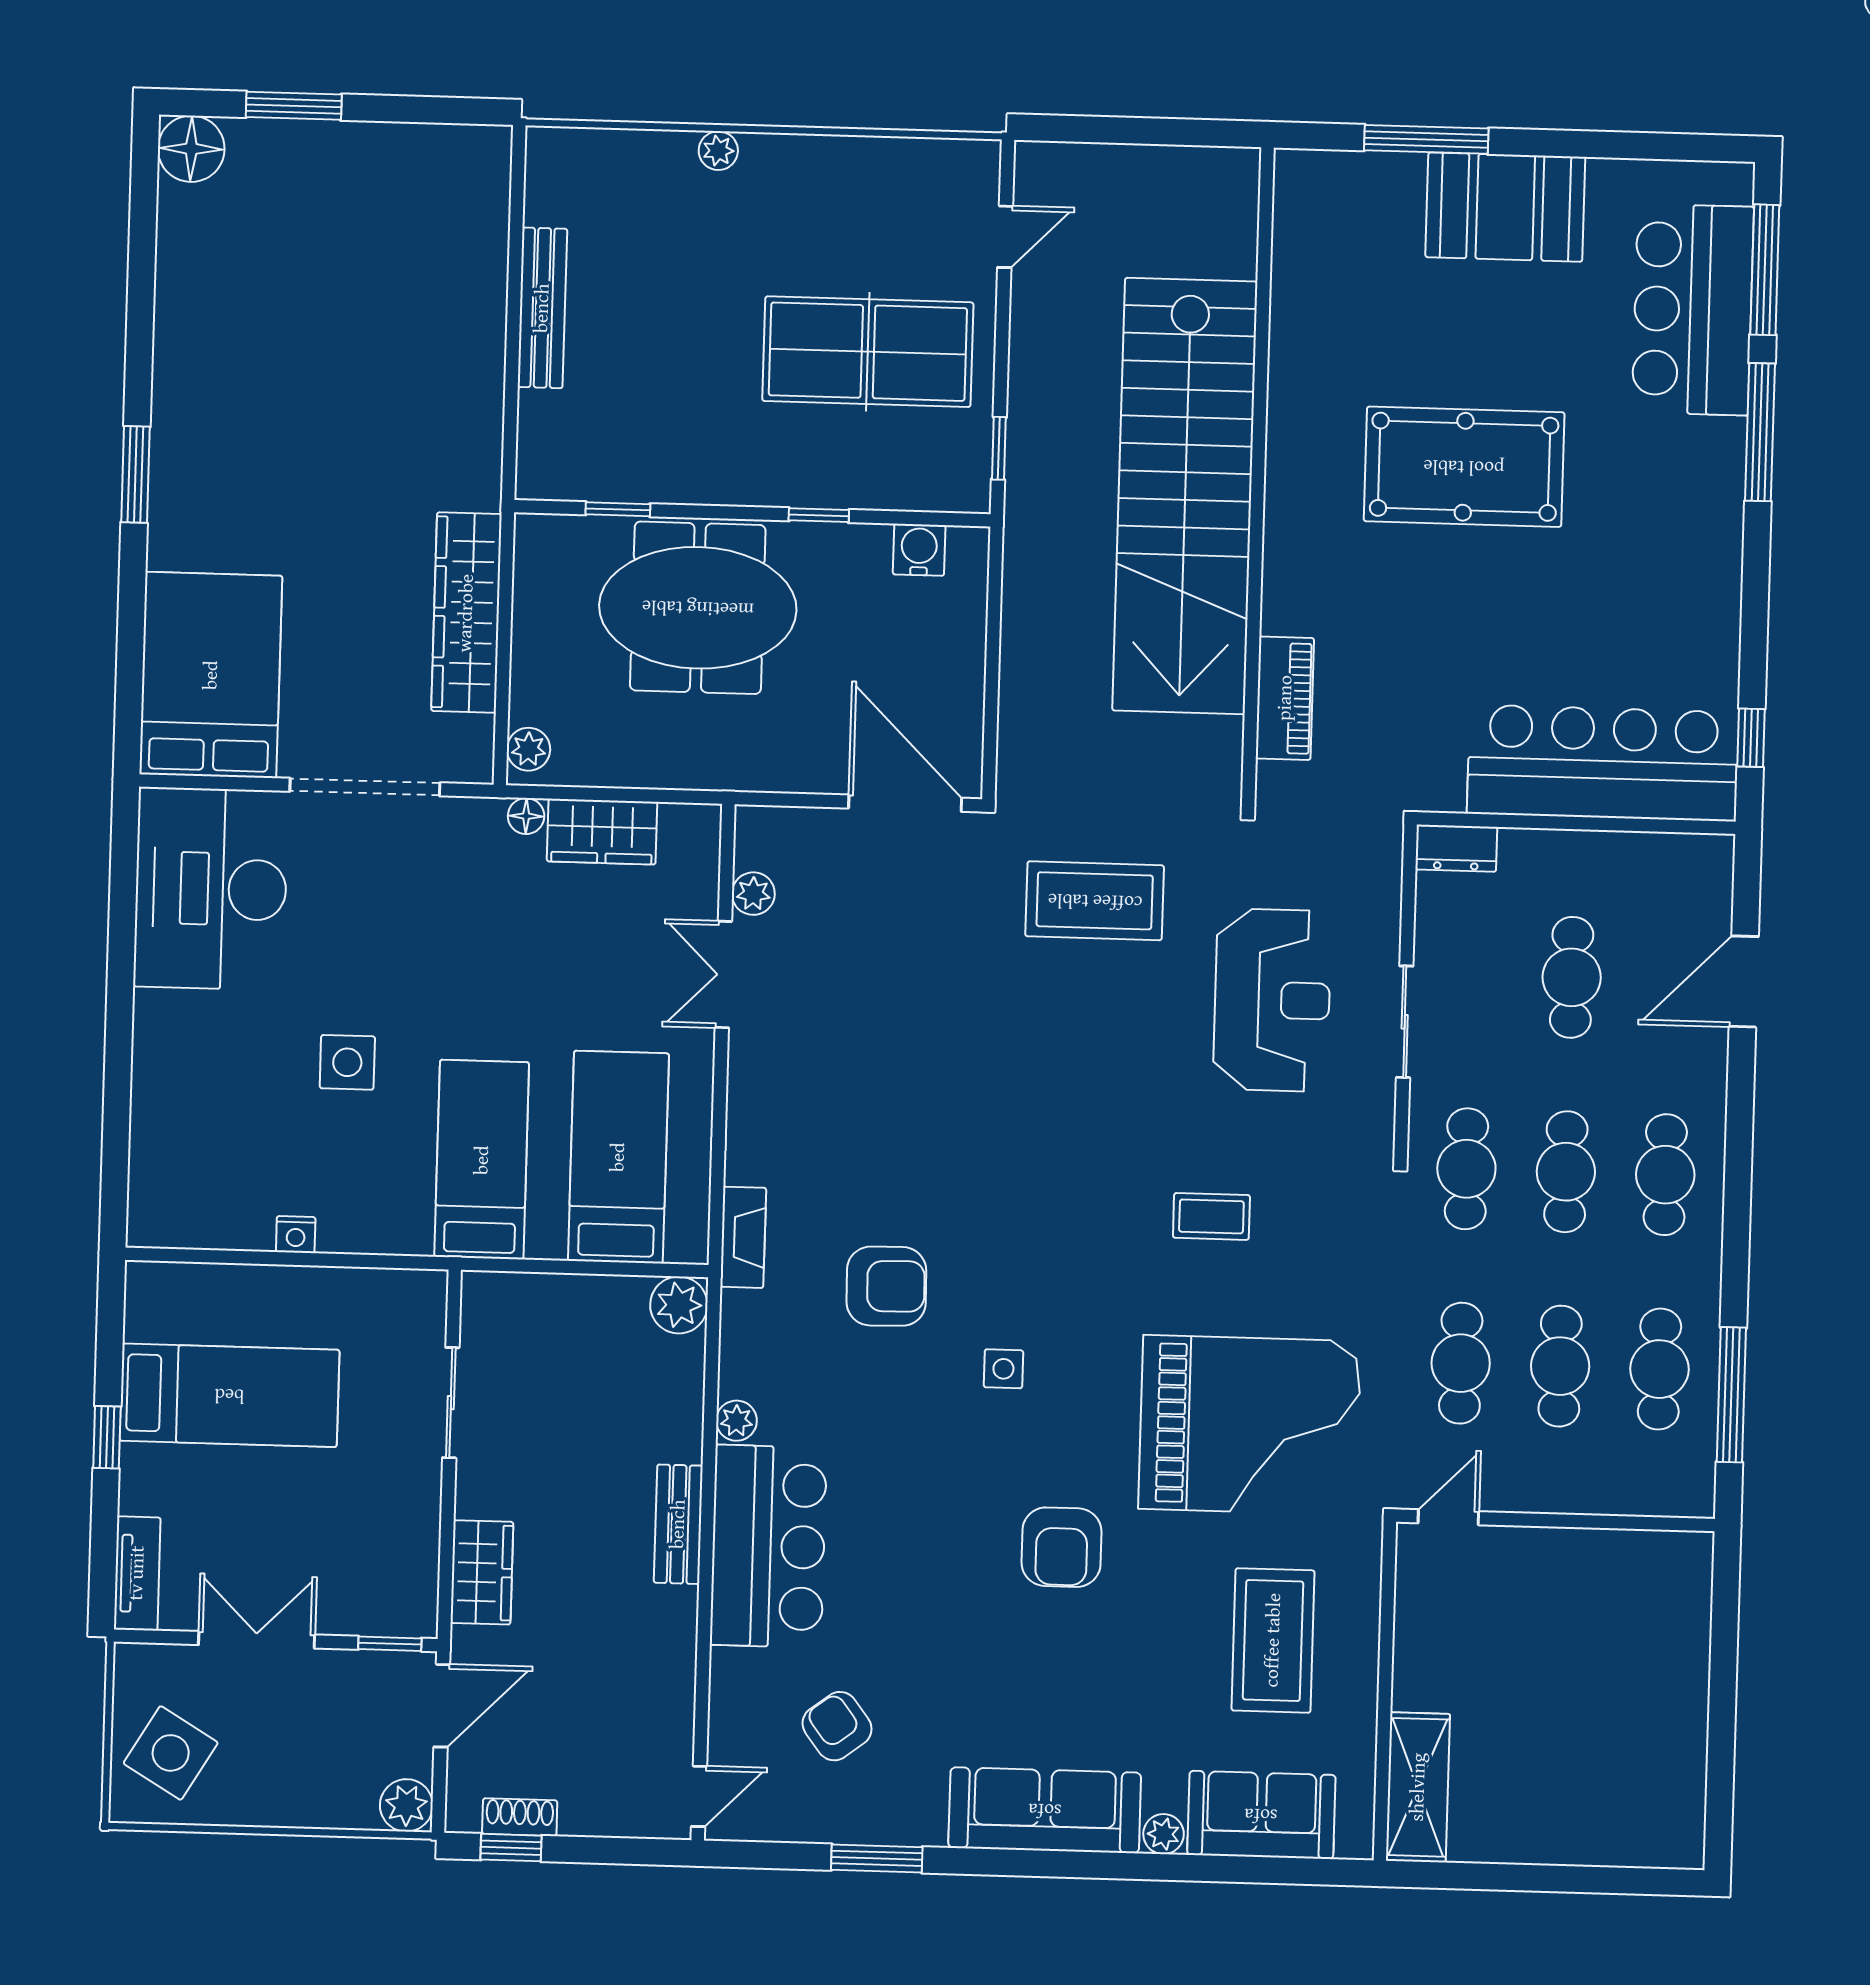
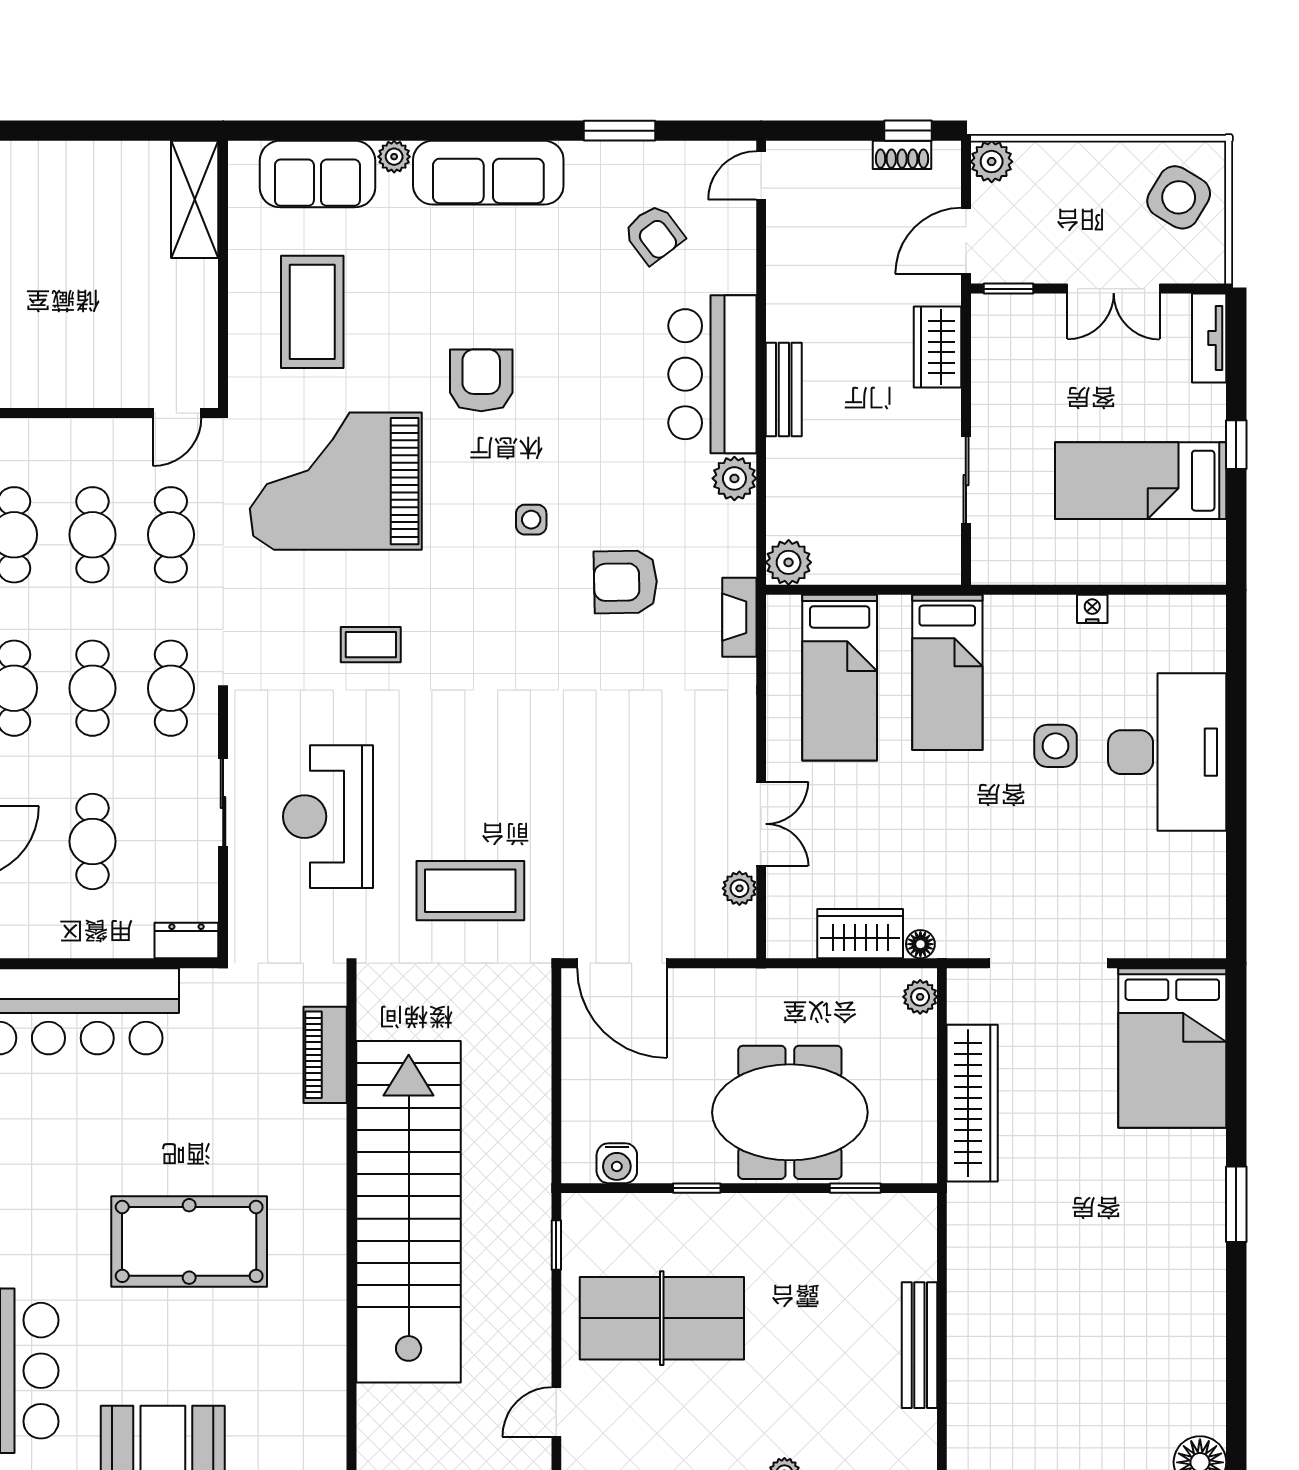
desk: (211, 889) -> (1167, 752), moved
plant: (736, 1421) -> (734, 478), width x1.38, depth x1.38

